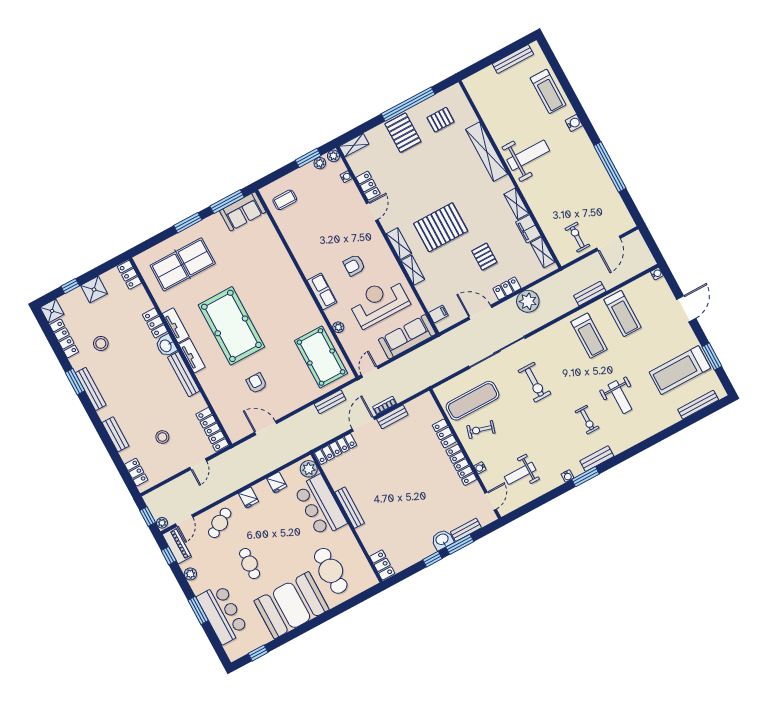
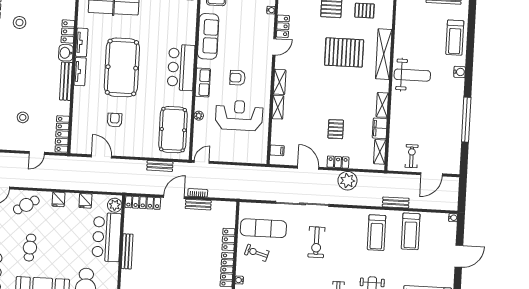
pallet: (441, 227) -> (344, 52), moved
bar counter: (291, 290) -> (181, 67), added
sofa: (407, 337) -> (208, 36), moved, turned 90

